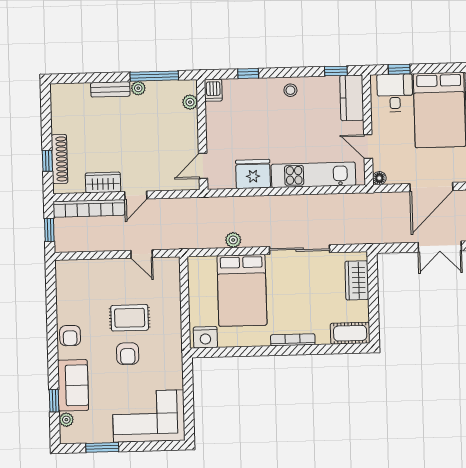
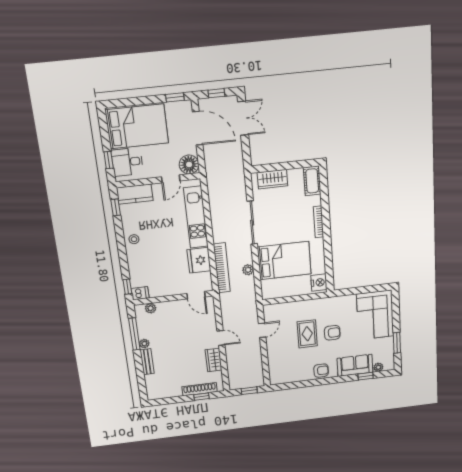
window: (248, 73) -> (127, 287), moved
floor lamp: (379, 178) -> (189, 165), width x1.89, depth x1.89
bookcase: (89, 208) -> (222, 268), moved

